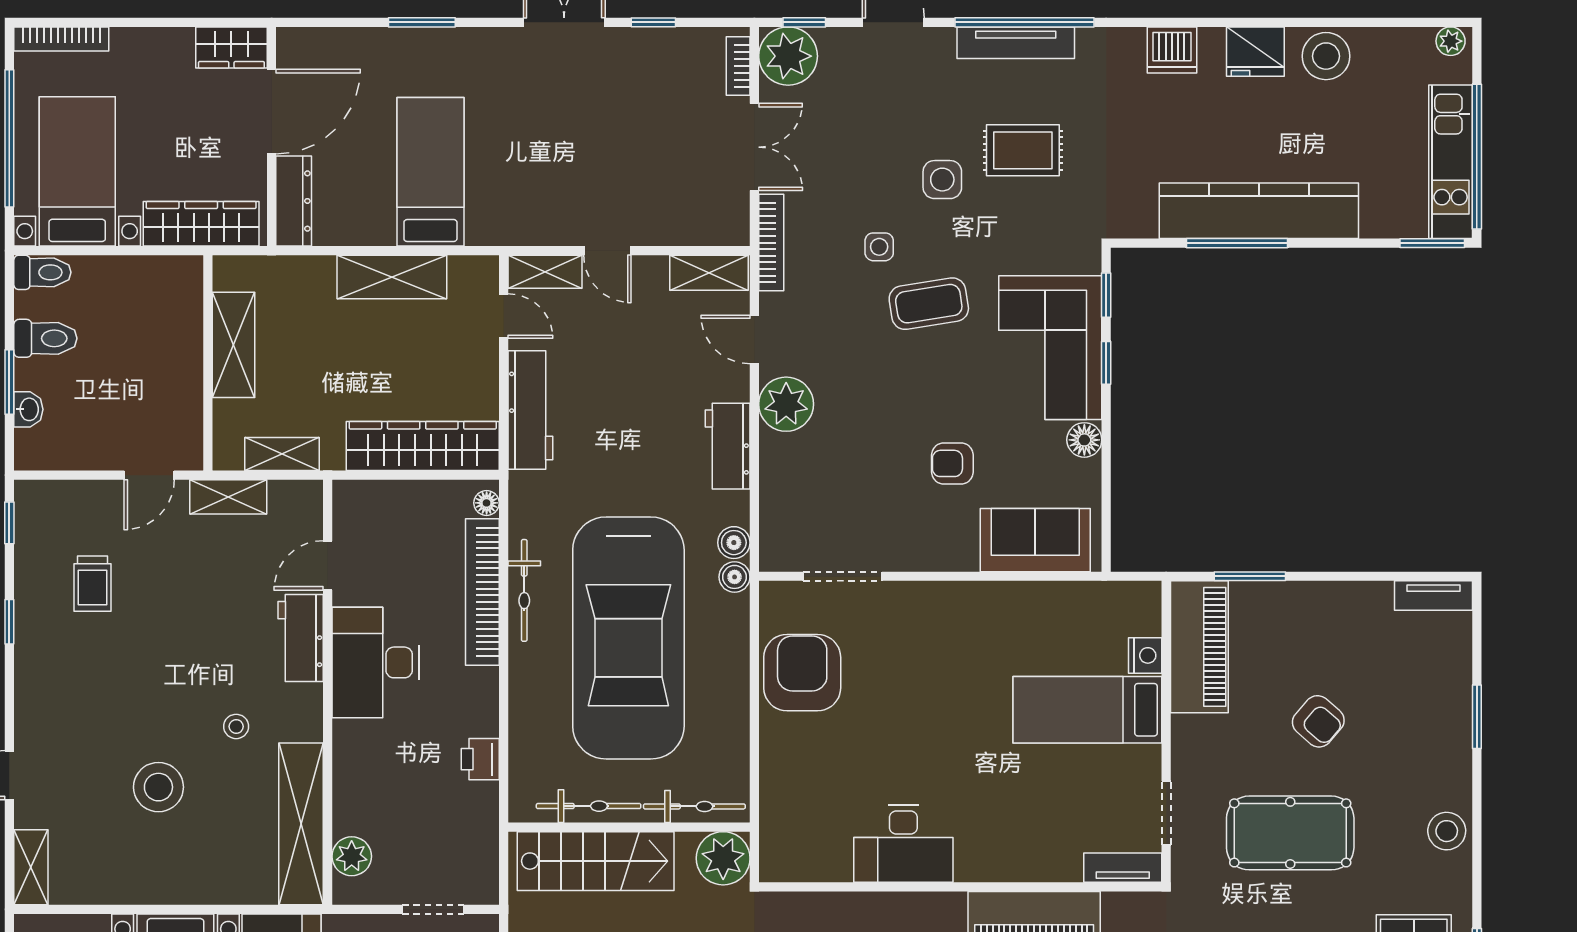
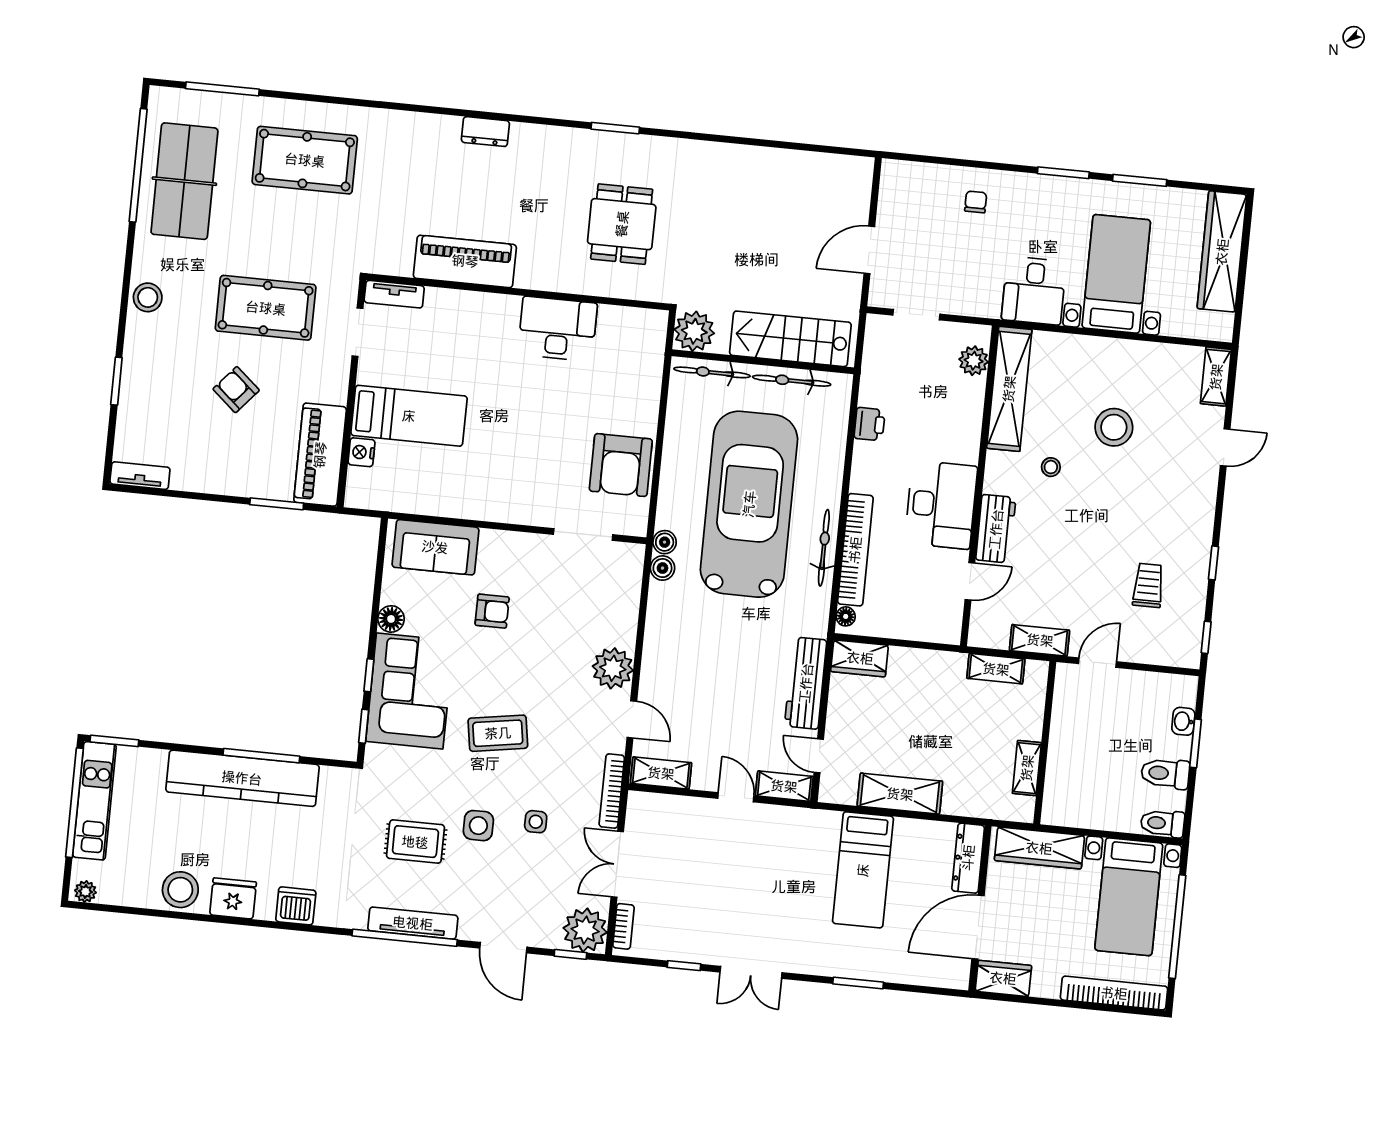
bookcase: (61, 39) -> (1114, 993), width x1.48, depth x1.31
side table: (879, 247) -> (536, 822), moved
shelving: (233, 345) -> (1027, 768), width x0.67, depth x0.75
wardrobe: (423, 446) -> (860, 658), width x0.48, depth x0.85
workbench: (728, 446) -> (660, 641), removed

